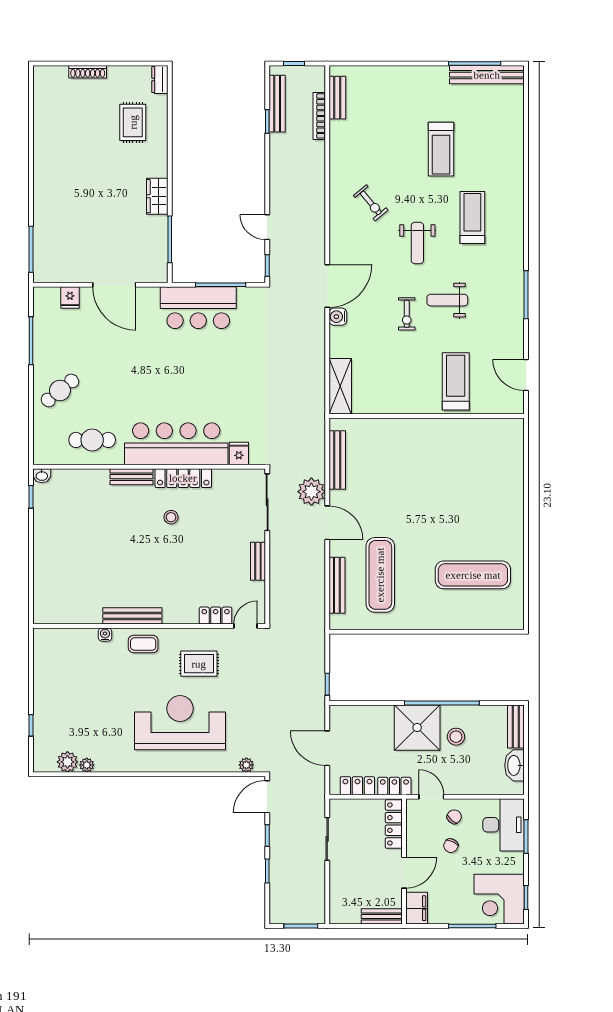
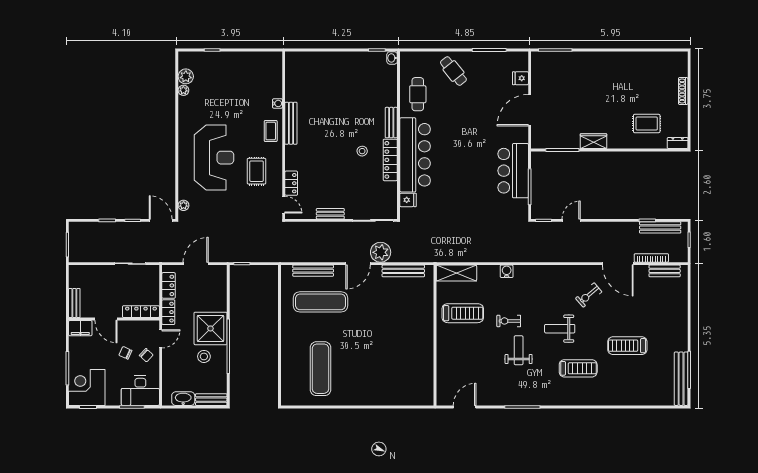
door: (327, 286) -> (618, 264), moved
treadmill: (456, 381) -> (463, 313), moved

